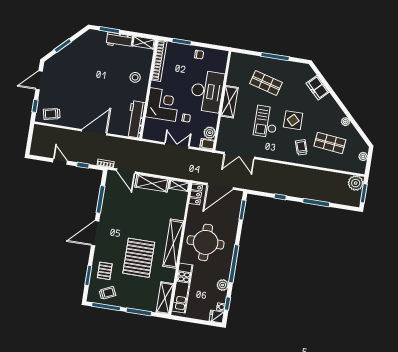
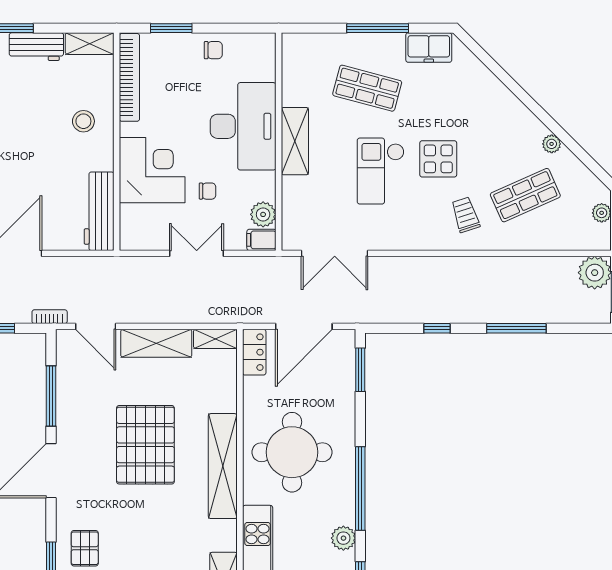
freezer: (318, 88) -> (429, 48), moved, turned -45
shop shelf: (330, 143) -> (525, 195), turned -30
pallet: (139, 258) -> (145, 445), moved

